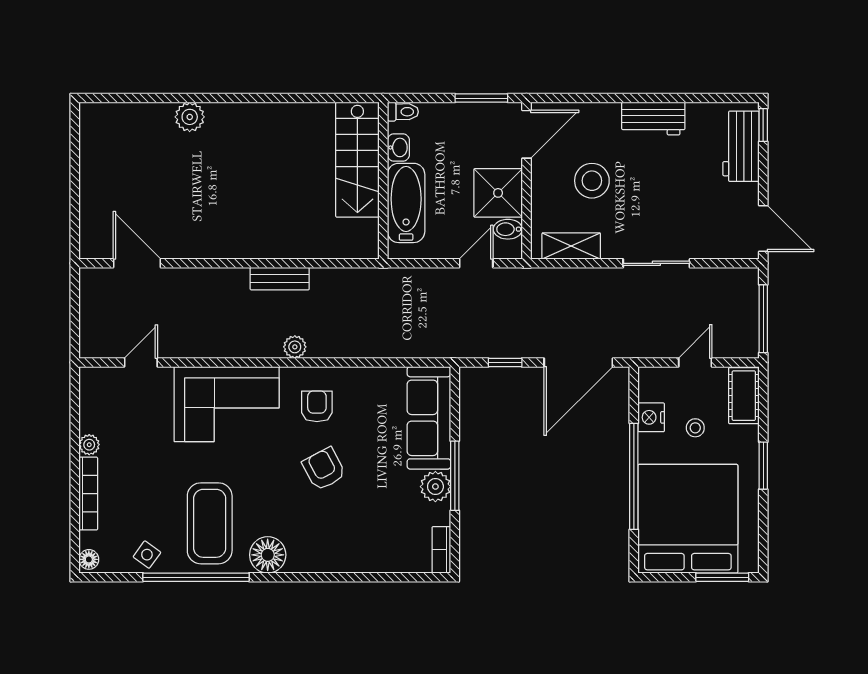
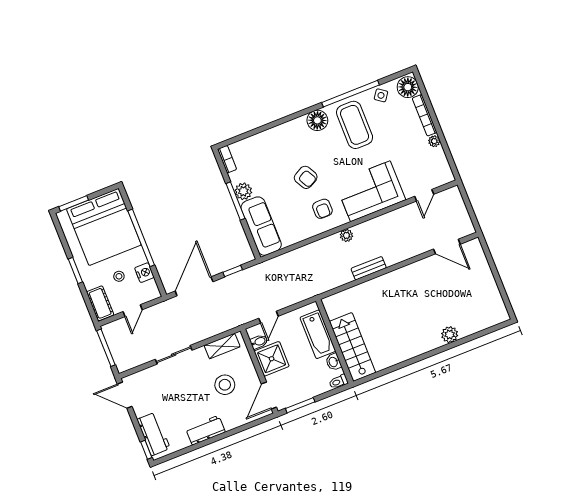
floor lamp: (89, 559) -> (408, 87), width x1.89, depth x1.89

